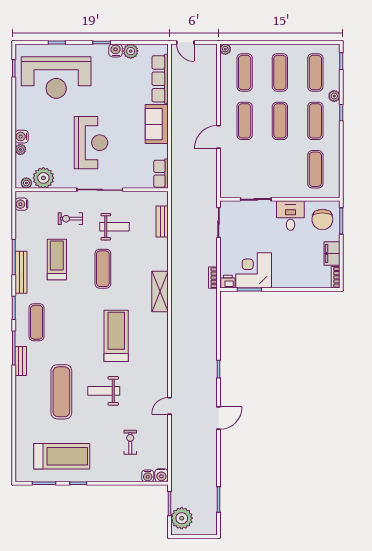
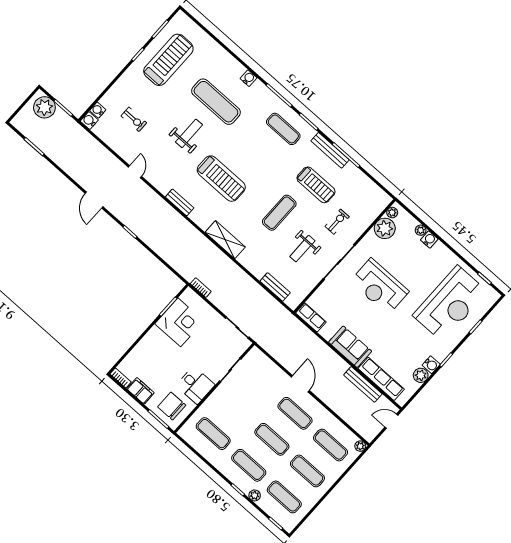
reception desk: (56, 78) -> (450, 303), turned 180
bench: (177, 89) -> (363, 384), added
water cooler: (21, 204) -> (249, 78), moved
exercise mat: (103, 269) -> (279, 213), turned 90
printer: (228, 282) -> (188, 296), removed
bench: (21, 361) -> (180, 202), moved
treadmill: (62, 456) -> (168, 60), turned 180

